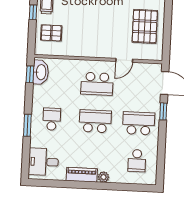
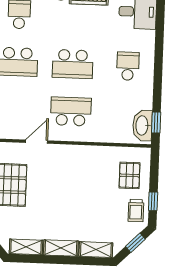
pallet: (51, 33) -> (129, 175), turned 90
school desk: (52, 119) -> (128, 66), turned 180
window: (27, 125) -> (159, 58), removed

